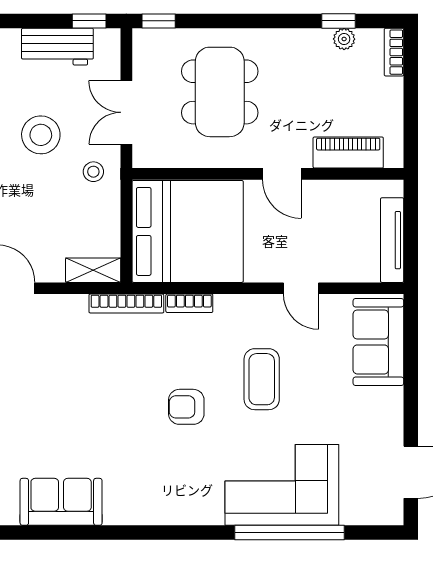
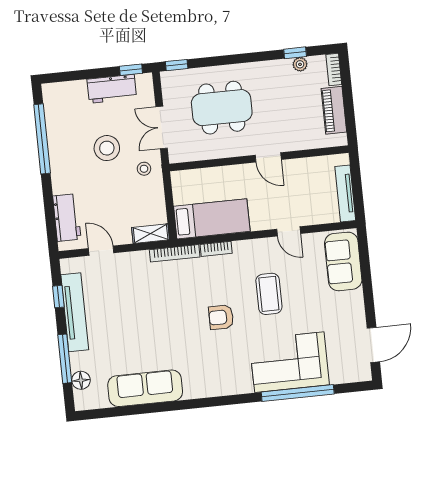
dining table: (220, 92) -> (222, 108), turned 90
piano: (348, 153) -> (334, 110), moved, turned -90
bed: (188, 231) -> (212, 219), width x0.49
sofa: (61, 502) -> (145, 388), width x1.36

